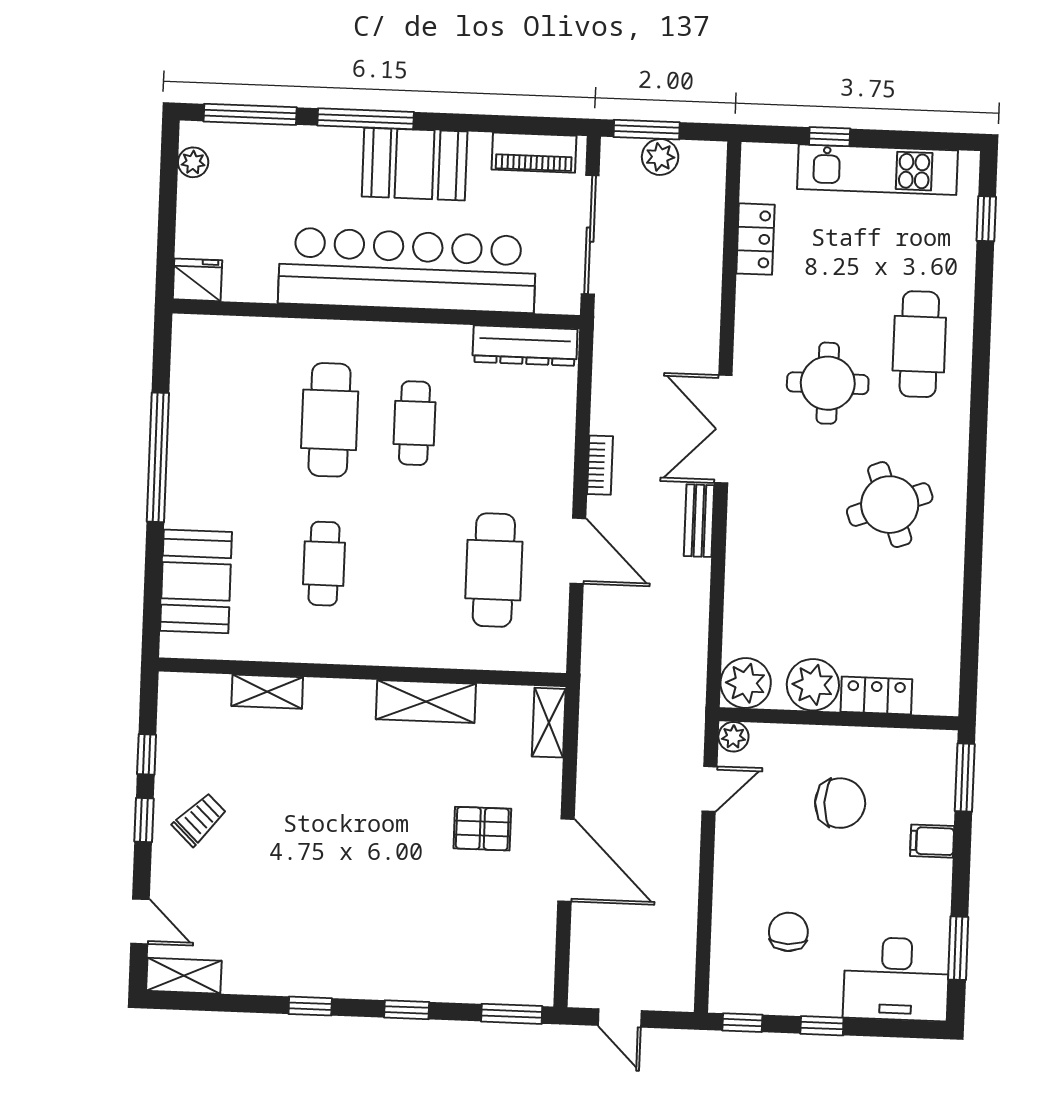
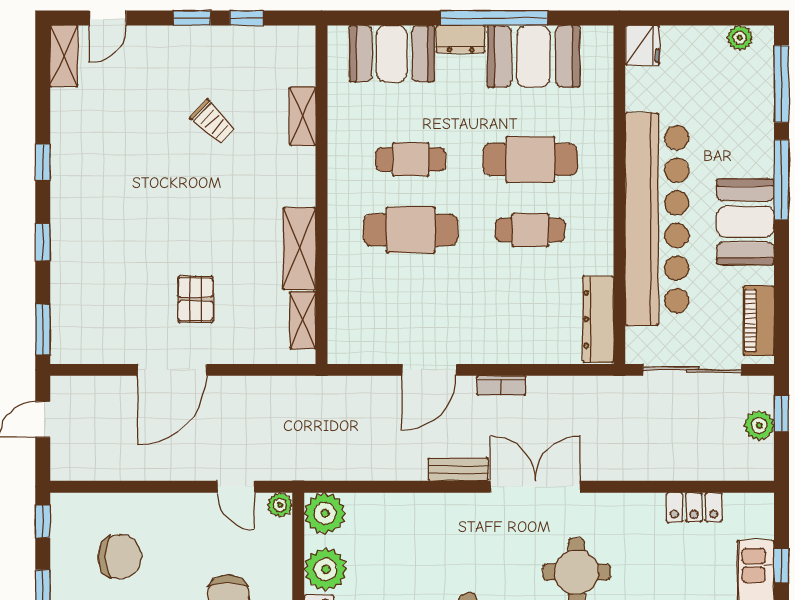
window: (647, 130) -> (781, 413), width x0.67
booth: (206, 411) -> (533, 56), added
dresser: (182, 498) -> (461, 39), added
cafe table: (494, 570) -> (411, 230), moved
shelving: (549, 723) -> (303, 320), moved, turned 90
trolley: (199, 819) -> (213, 122), moved
chair: (788, 932) -> (120, 557), width x1.37, depth x1.37

